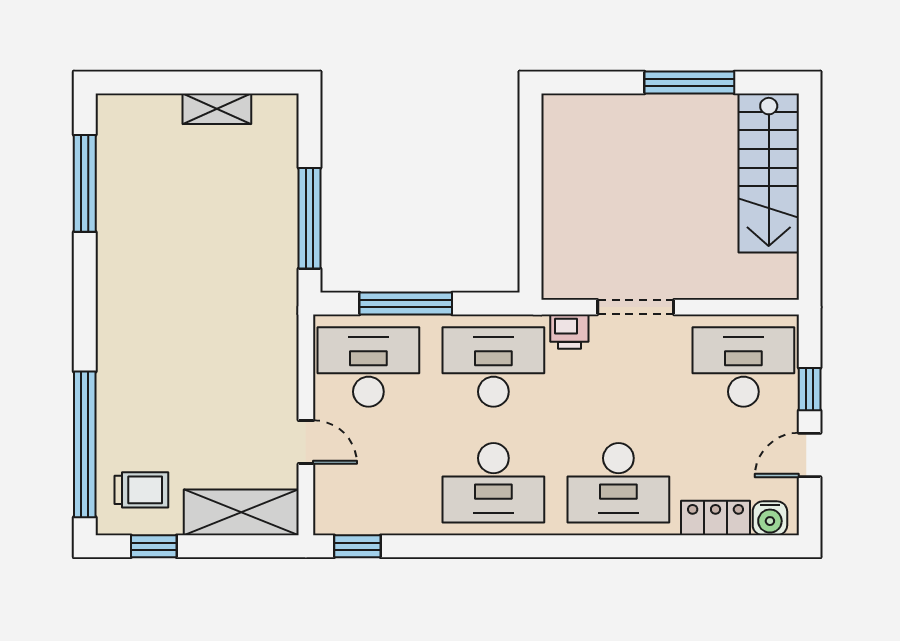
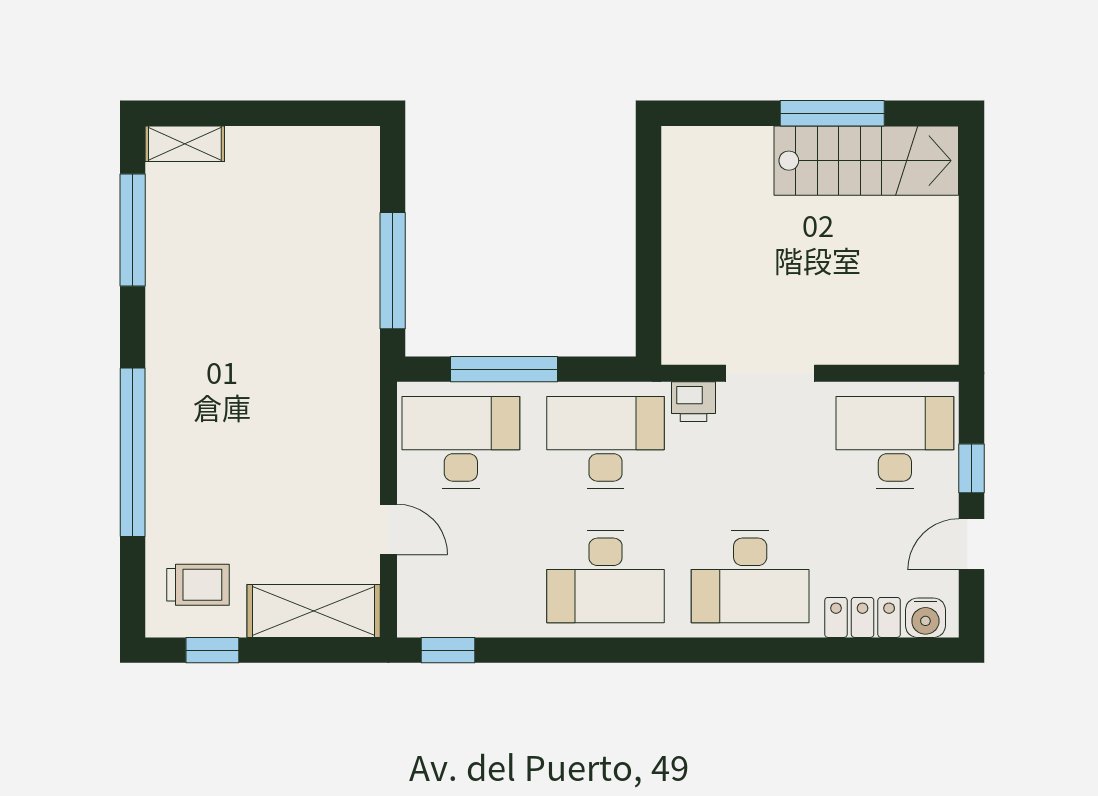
shelving: (217, 109) -> (185, 144), moved
stairs: (769, 173) -> (866, 161), moved, turned -90
window: (85, 444) -> (133, 452), moved

